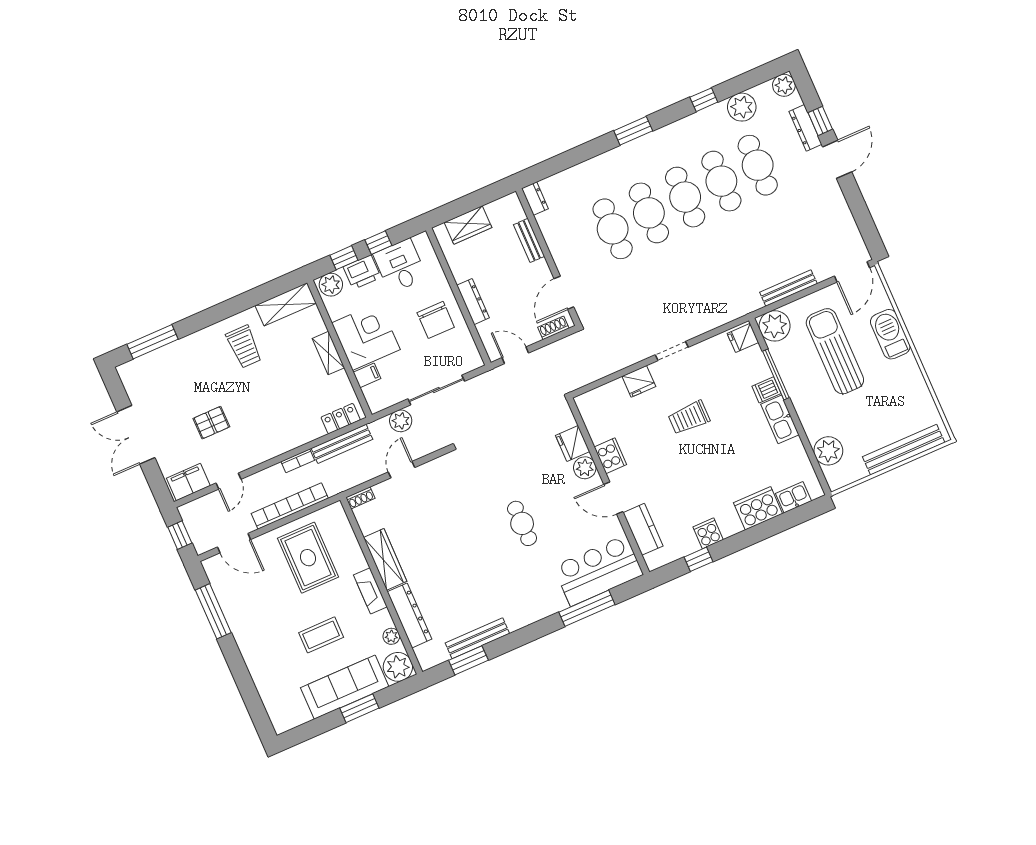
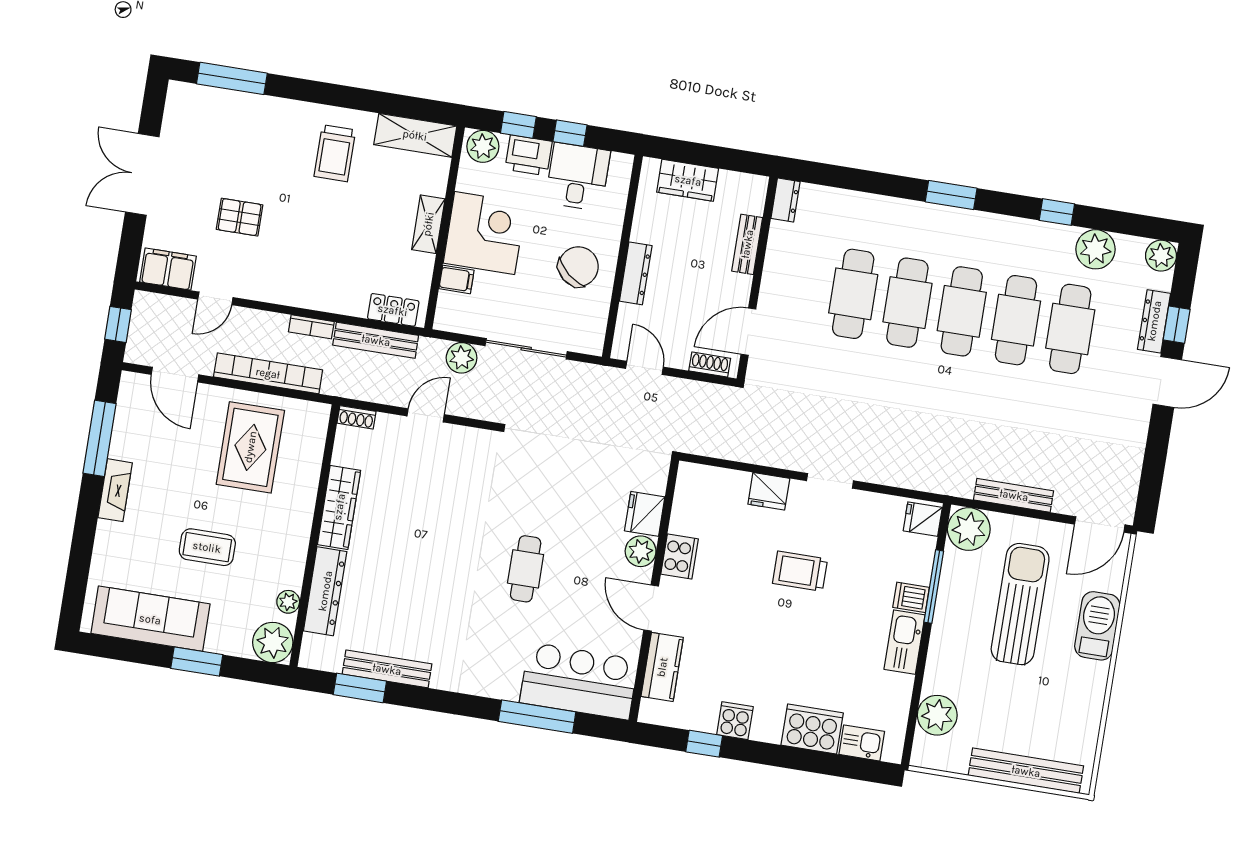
chair: (436, 320) -> (578, 267), turned -140
fireplace: (370, 591) -> (115, 490), moved, turned 180
sofa: (345, 687) -> (150, 619), moved

